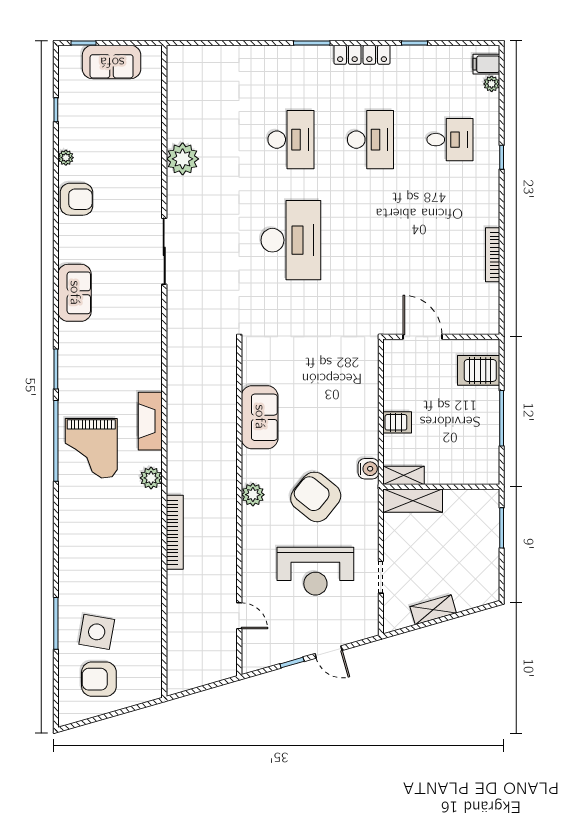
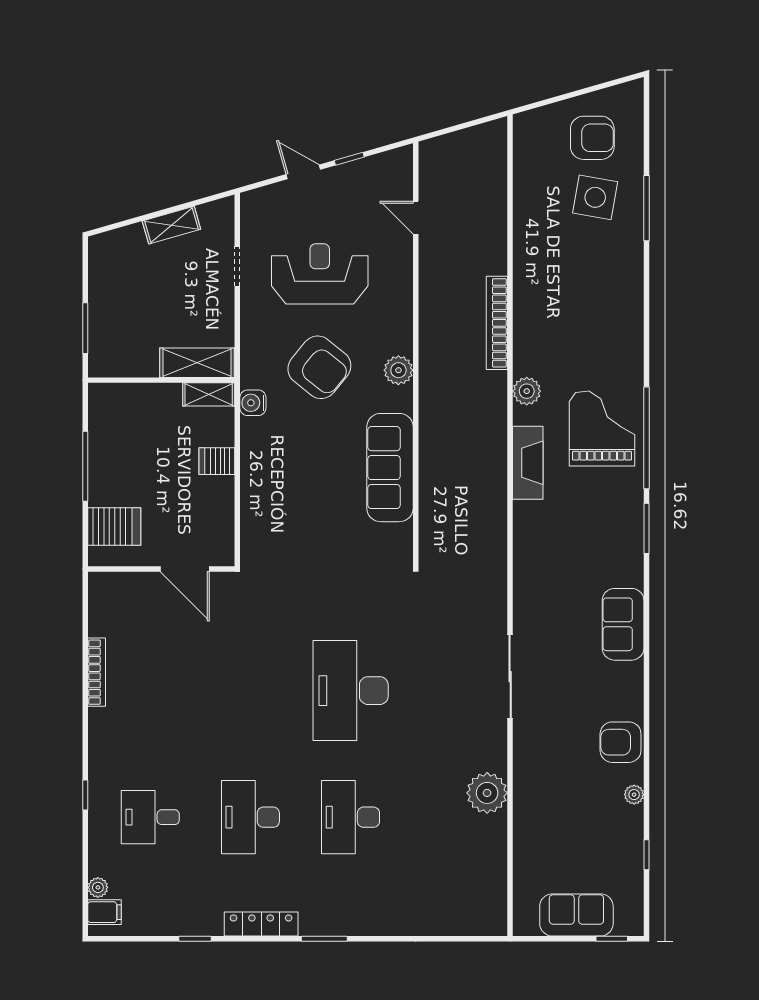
sofa: (260, 417) -> (390, 468), width x1.36

